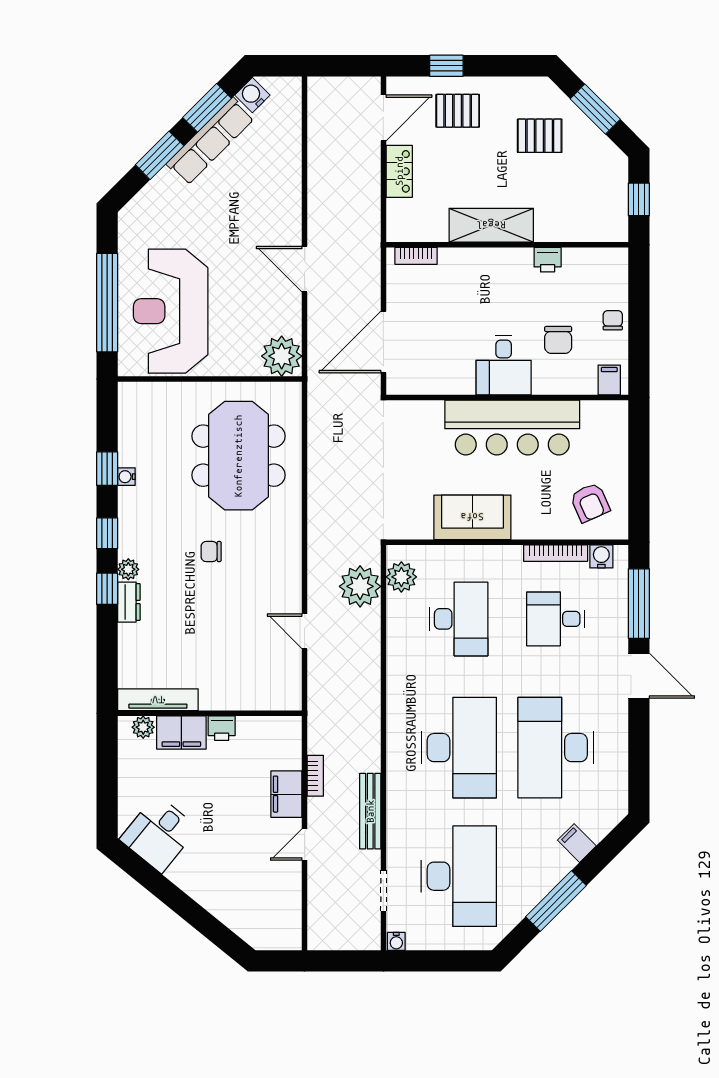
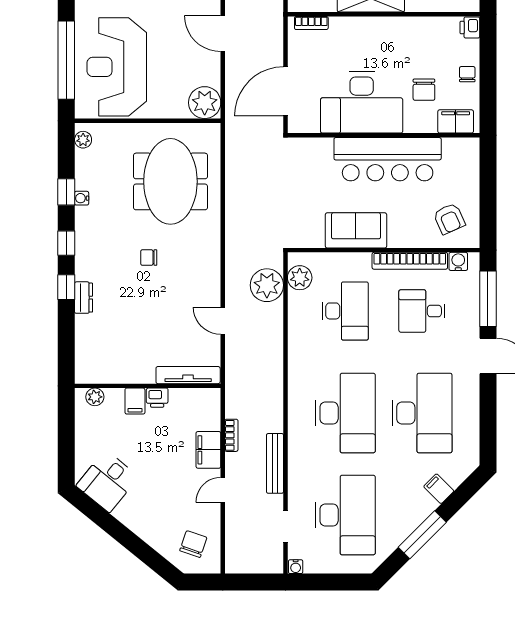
printer: (548, 260) -> (470, 27), moved, turned 90
desk: (504, 365) -> (362, 103), width x1.87, depth x1.30
filing cabinet: (609, 380) -> (456, 121), width x2.00
bookcase: (556, 553) -> (410, 261), width x1.48, depth x1.31
plant: (128, 569) -> (83, 140), moved
tv unit: (158, 700) -> (188, 375), moved
filing cabinet: (181, 733) -> (135, 401), width x0.50
desk: (556, 748) -> (422, 413), turned 180
chair: (267, 913) -> (193, 544), added

